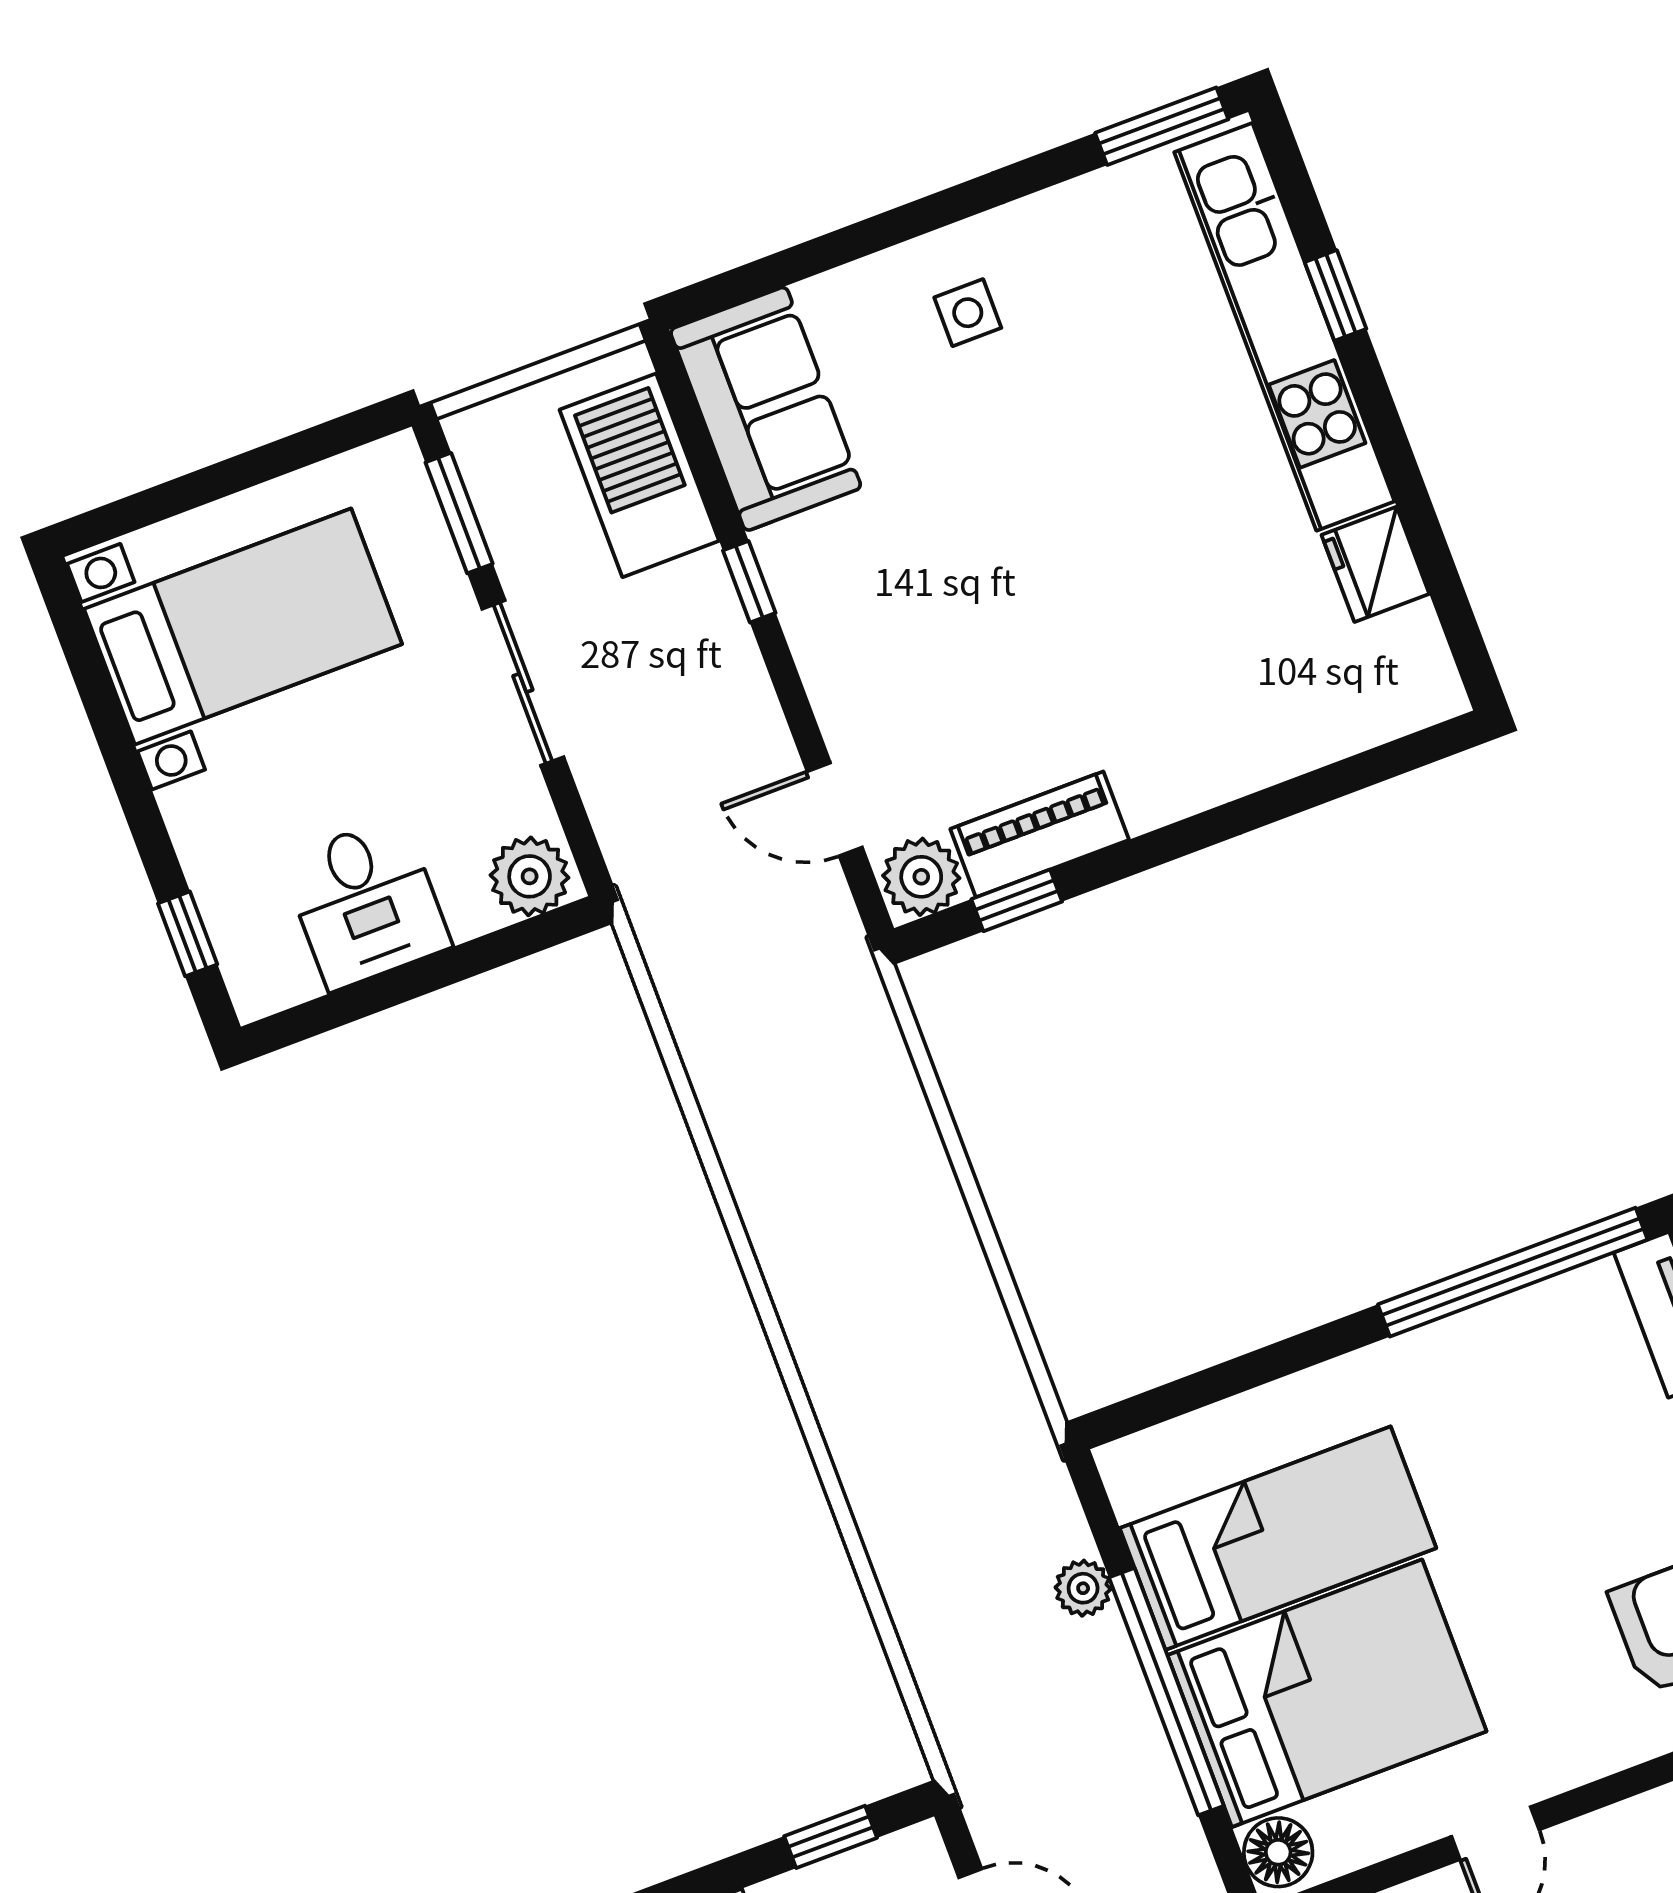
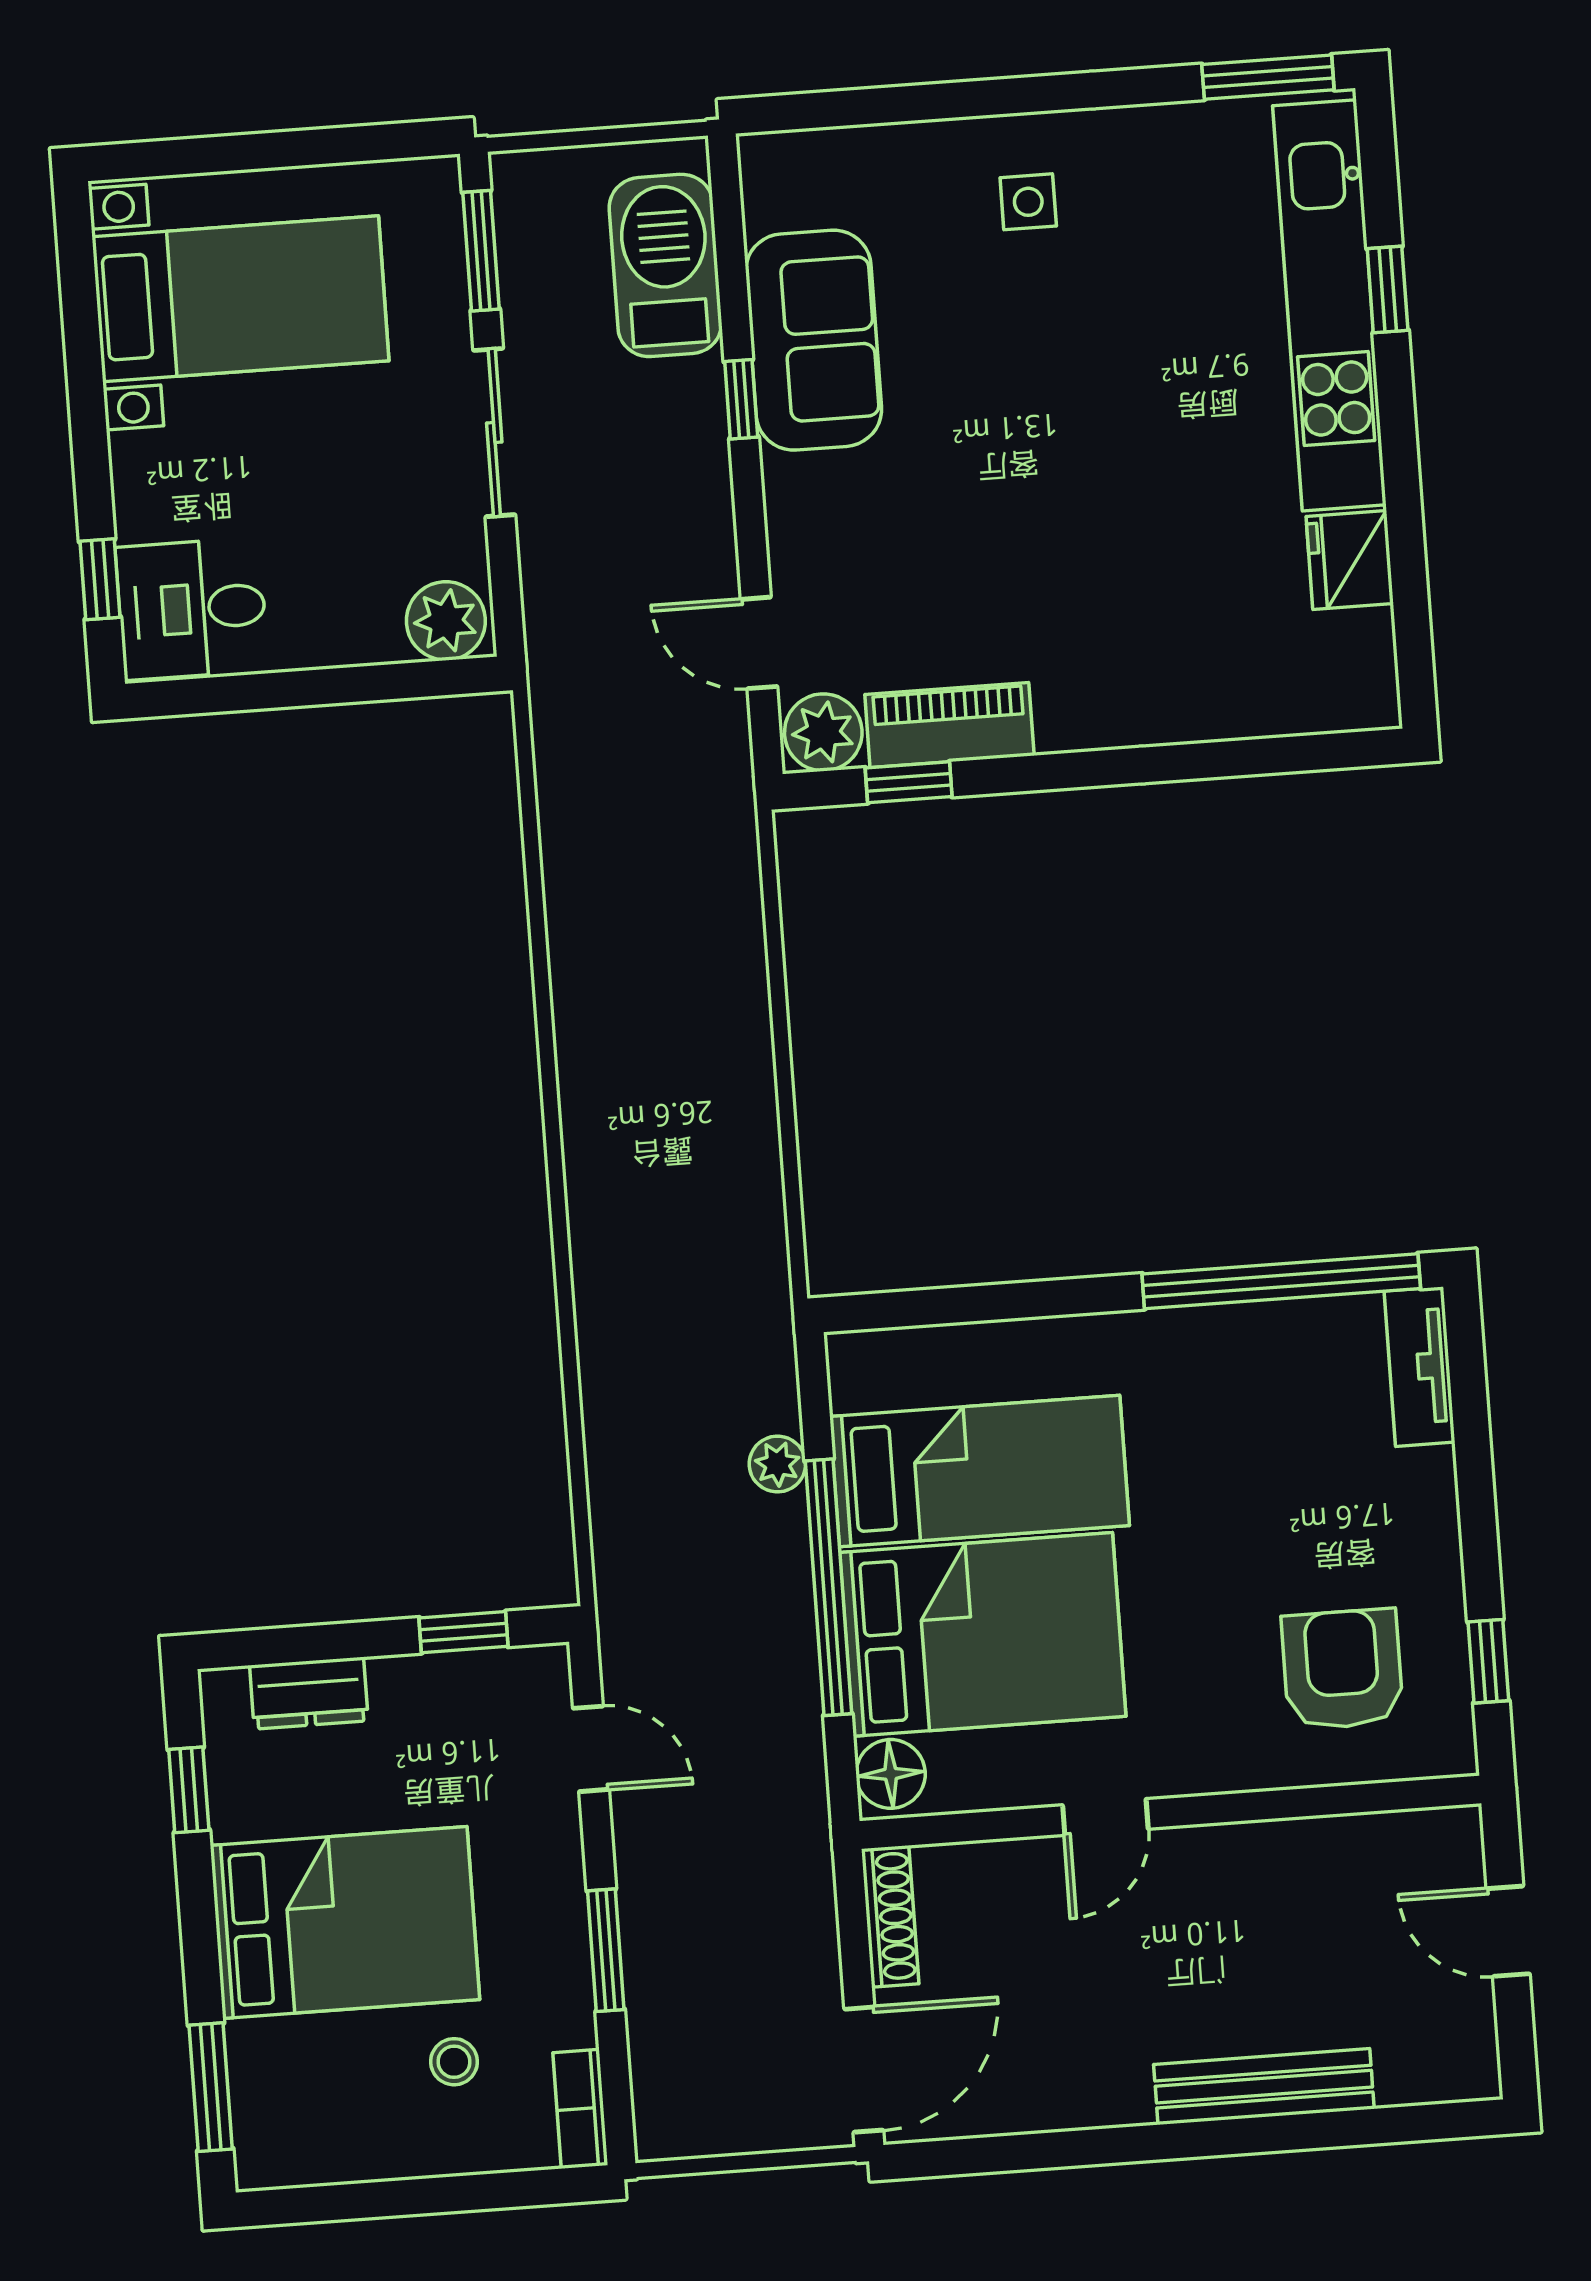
sofa: (766, 409) -> (814, 340), moved
desk: (366, 903) -> (192, 609), moved, turned 90

